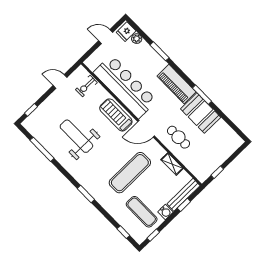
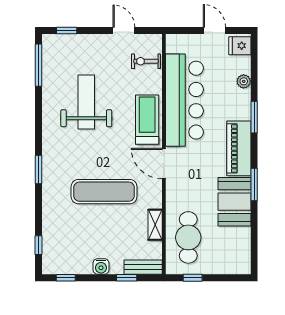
plant: (137, 39) -> (244, 81), moved
window: (159, 51) -> (254, 117), moved
cafe table: (178, 137) -> (188, 237), moved, width x1.37, depth x1.35
window: (42, 149) -> (39, 65), moved
bench: (184, 195) -> (143, 267), width x0.73
exercise mat: (142, 212) -> (77, 243), removed

